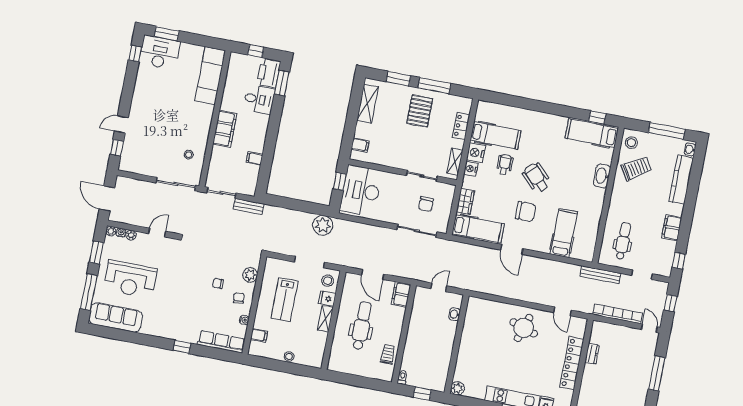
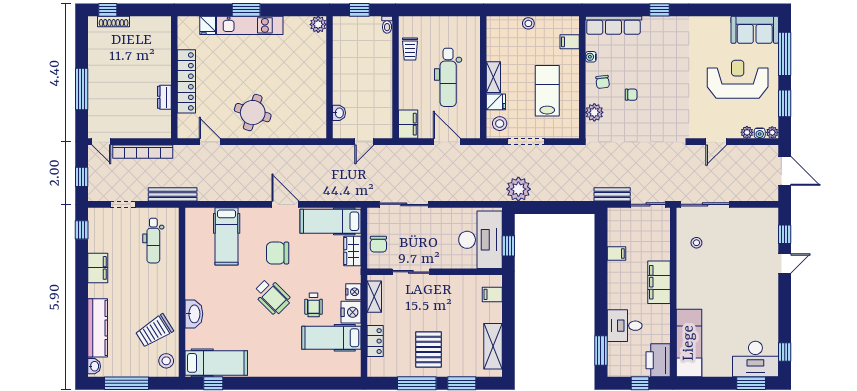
printer: (269, 73) -> (658, 360), moved, turned 180
chair: (426, 204) -> (378, 244), moved, turned 180
sofa: (116, 317) -> (755, 30), width x0.73

